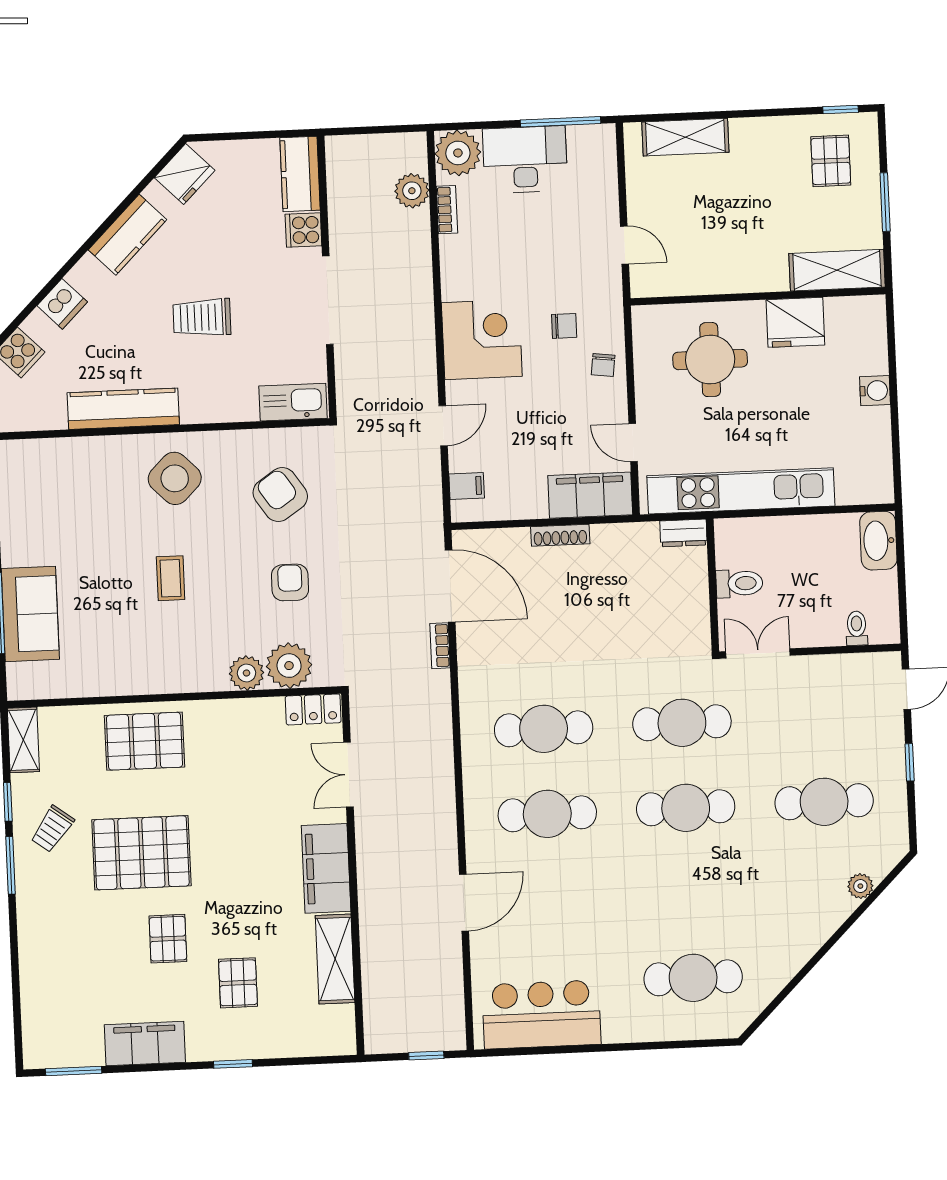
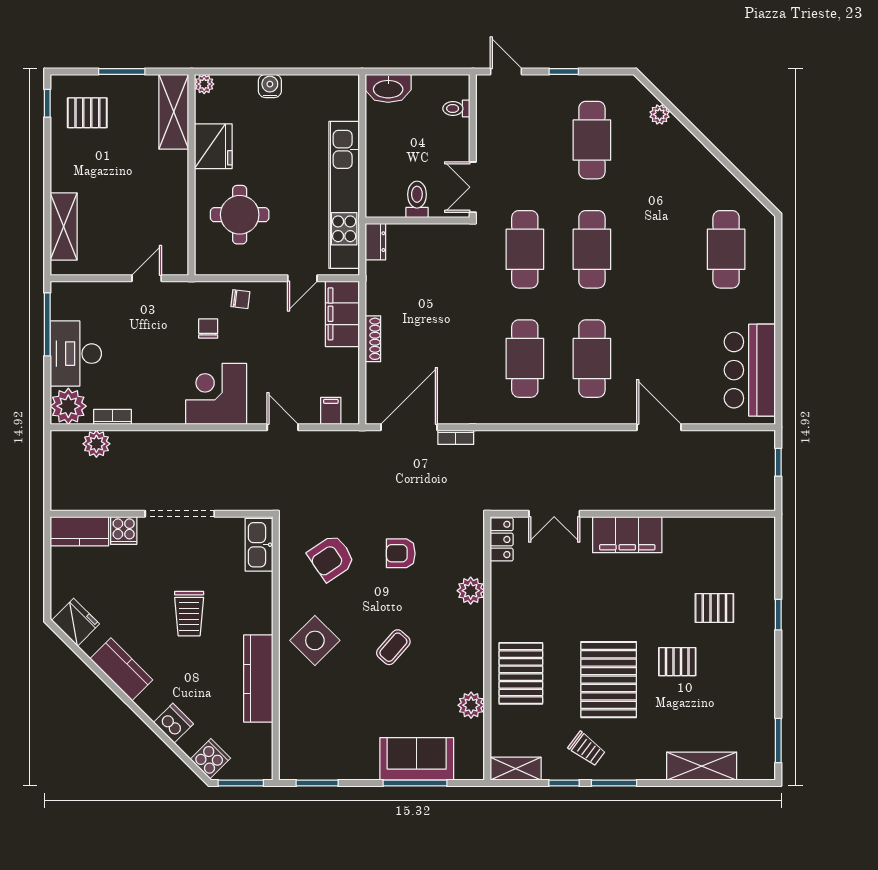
plant: (874, 307) -> (204, 84), added
coffee table: (171, 578) -> (393, 647), turned -49
plant: (289, 666) -> (471, 705), moved, width x0.73, depth x0.73
shelving: (335, 959) -> (702, 766), moved
filing cabinet: (145, 1044) -> (759, 683), removed

